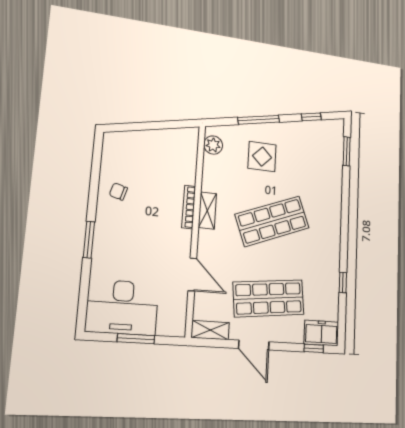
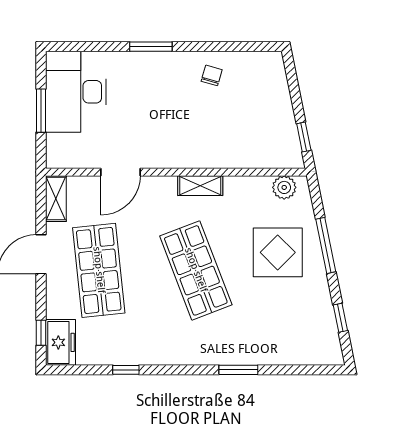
window: (175, 124) -> (304, 137), added
window: (347, 151) -> (238, 370), moved
display table: (262, 157) -> (278, 252), width x1.36, depth x1.36
bookcase: (189, 207) -> (202, 162), removed

